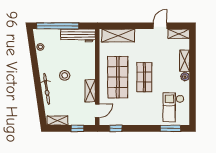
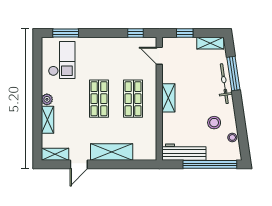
shelving: (118, 36) -> (112, 152), moved
stool: (65, 75) -> (214, 123), moved
shop shelf: (118, 77) -> (133, 99), width x0.70, depth x0.74
shelving: (90, 91) -> (168, 98), moved
window: (40, 97) -> (233, 73), added
door: (97, 111) -> (159, 56), hinge flipped

